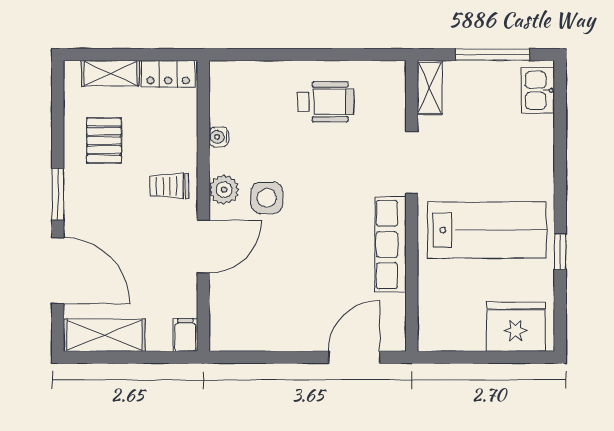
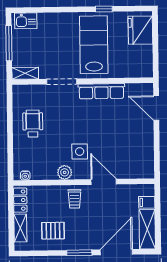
water cooler: (219, 137) -> (25, 175), moved
plant: (224, 190) -> (65, 172), moved
filing cabinet: (185, 335) -> (147, 202), moved

